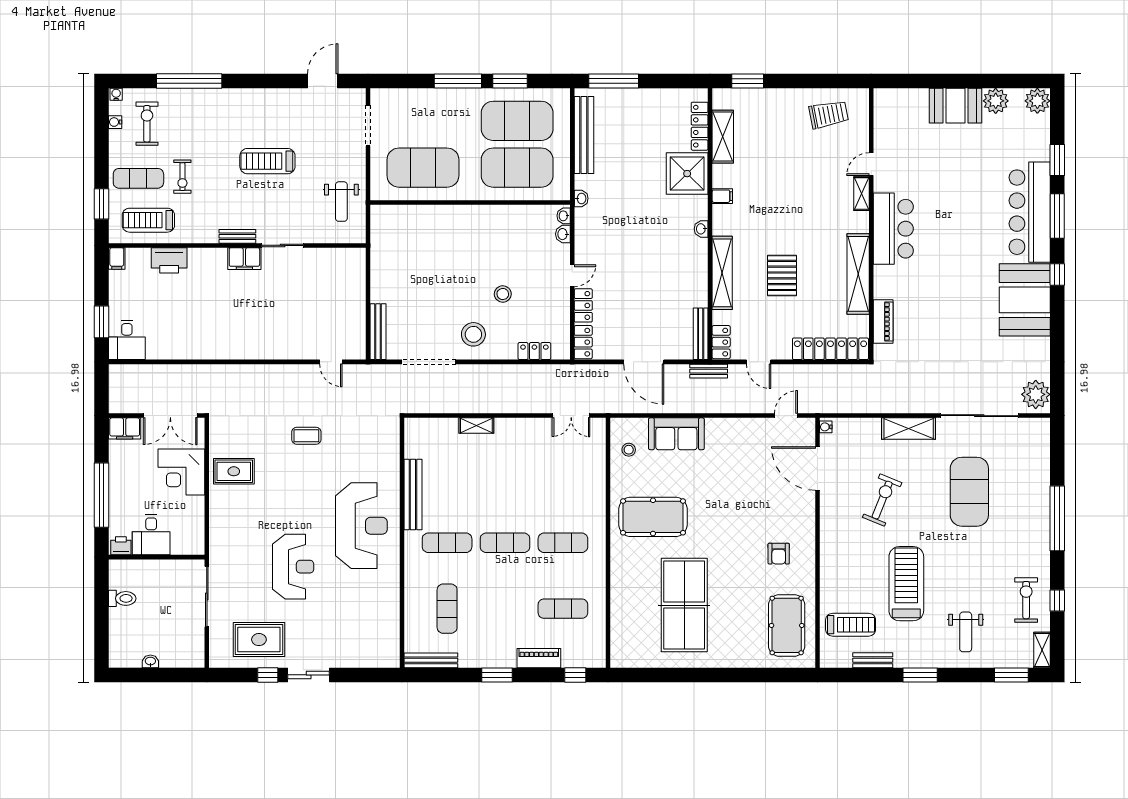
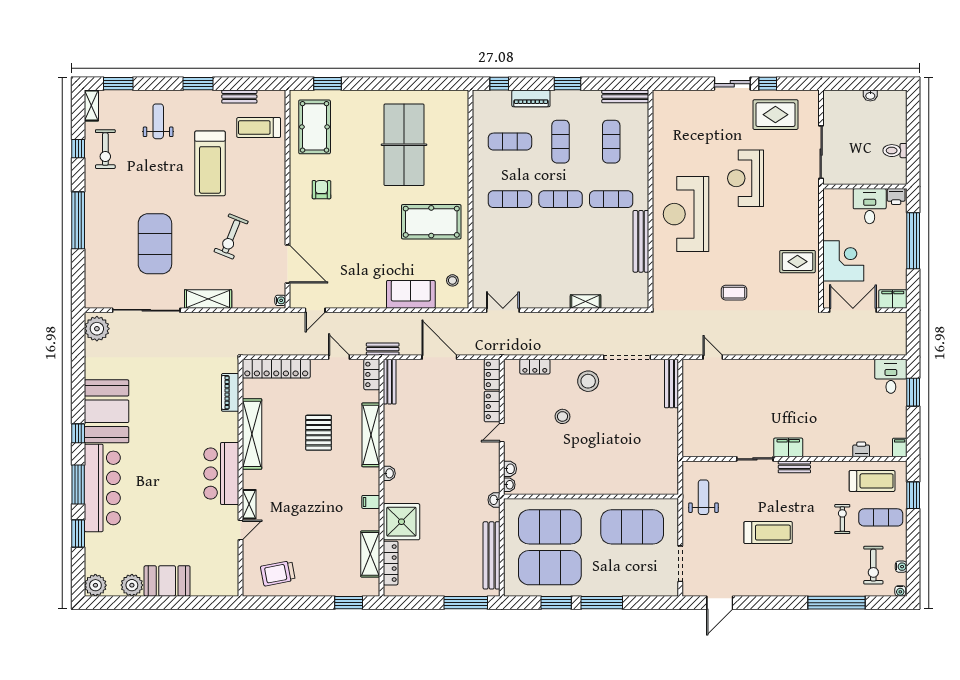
printer: (169, 260) -> (861, 449), width x0.53, depth x0.68
exercise mat: (505, 609) -> (561, 142), added
window: (772, 675) -> (327, 84), added

